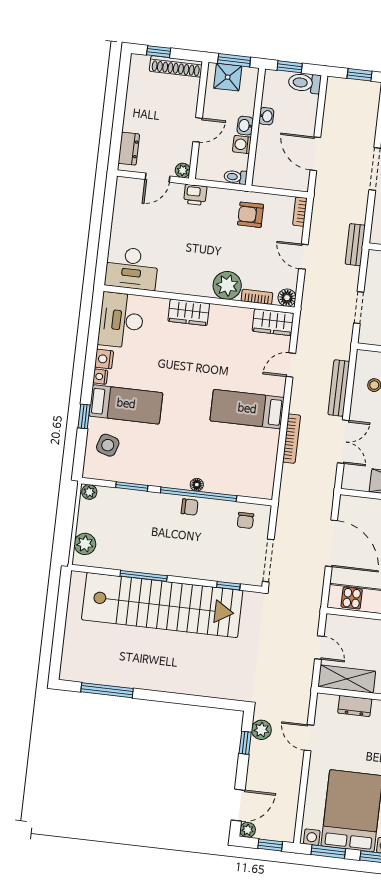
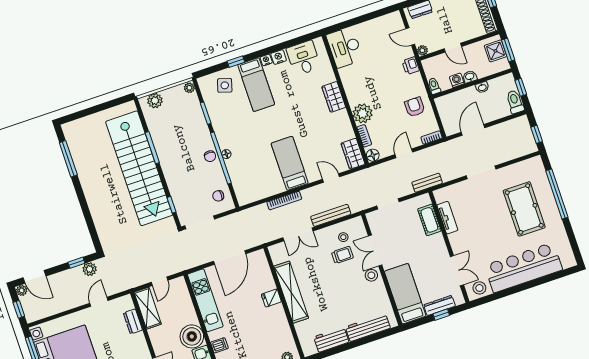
desk: (121, 320) -> (303, 58), width x0.73

